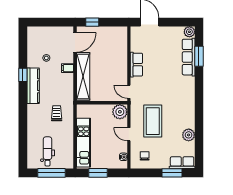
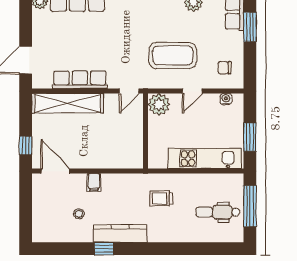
row of seats: (136, 65) -> (80, 80), width x1.48
shelving: (83, 76) -> (68, 103), moved

